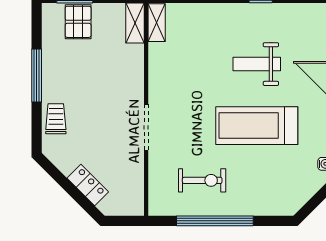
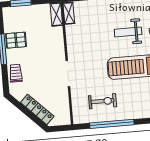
pallet: (78, 22) -> (16, 40), moved, turned 90
locker: (88, 185) -> (37, 109), width x1.53

